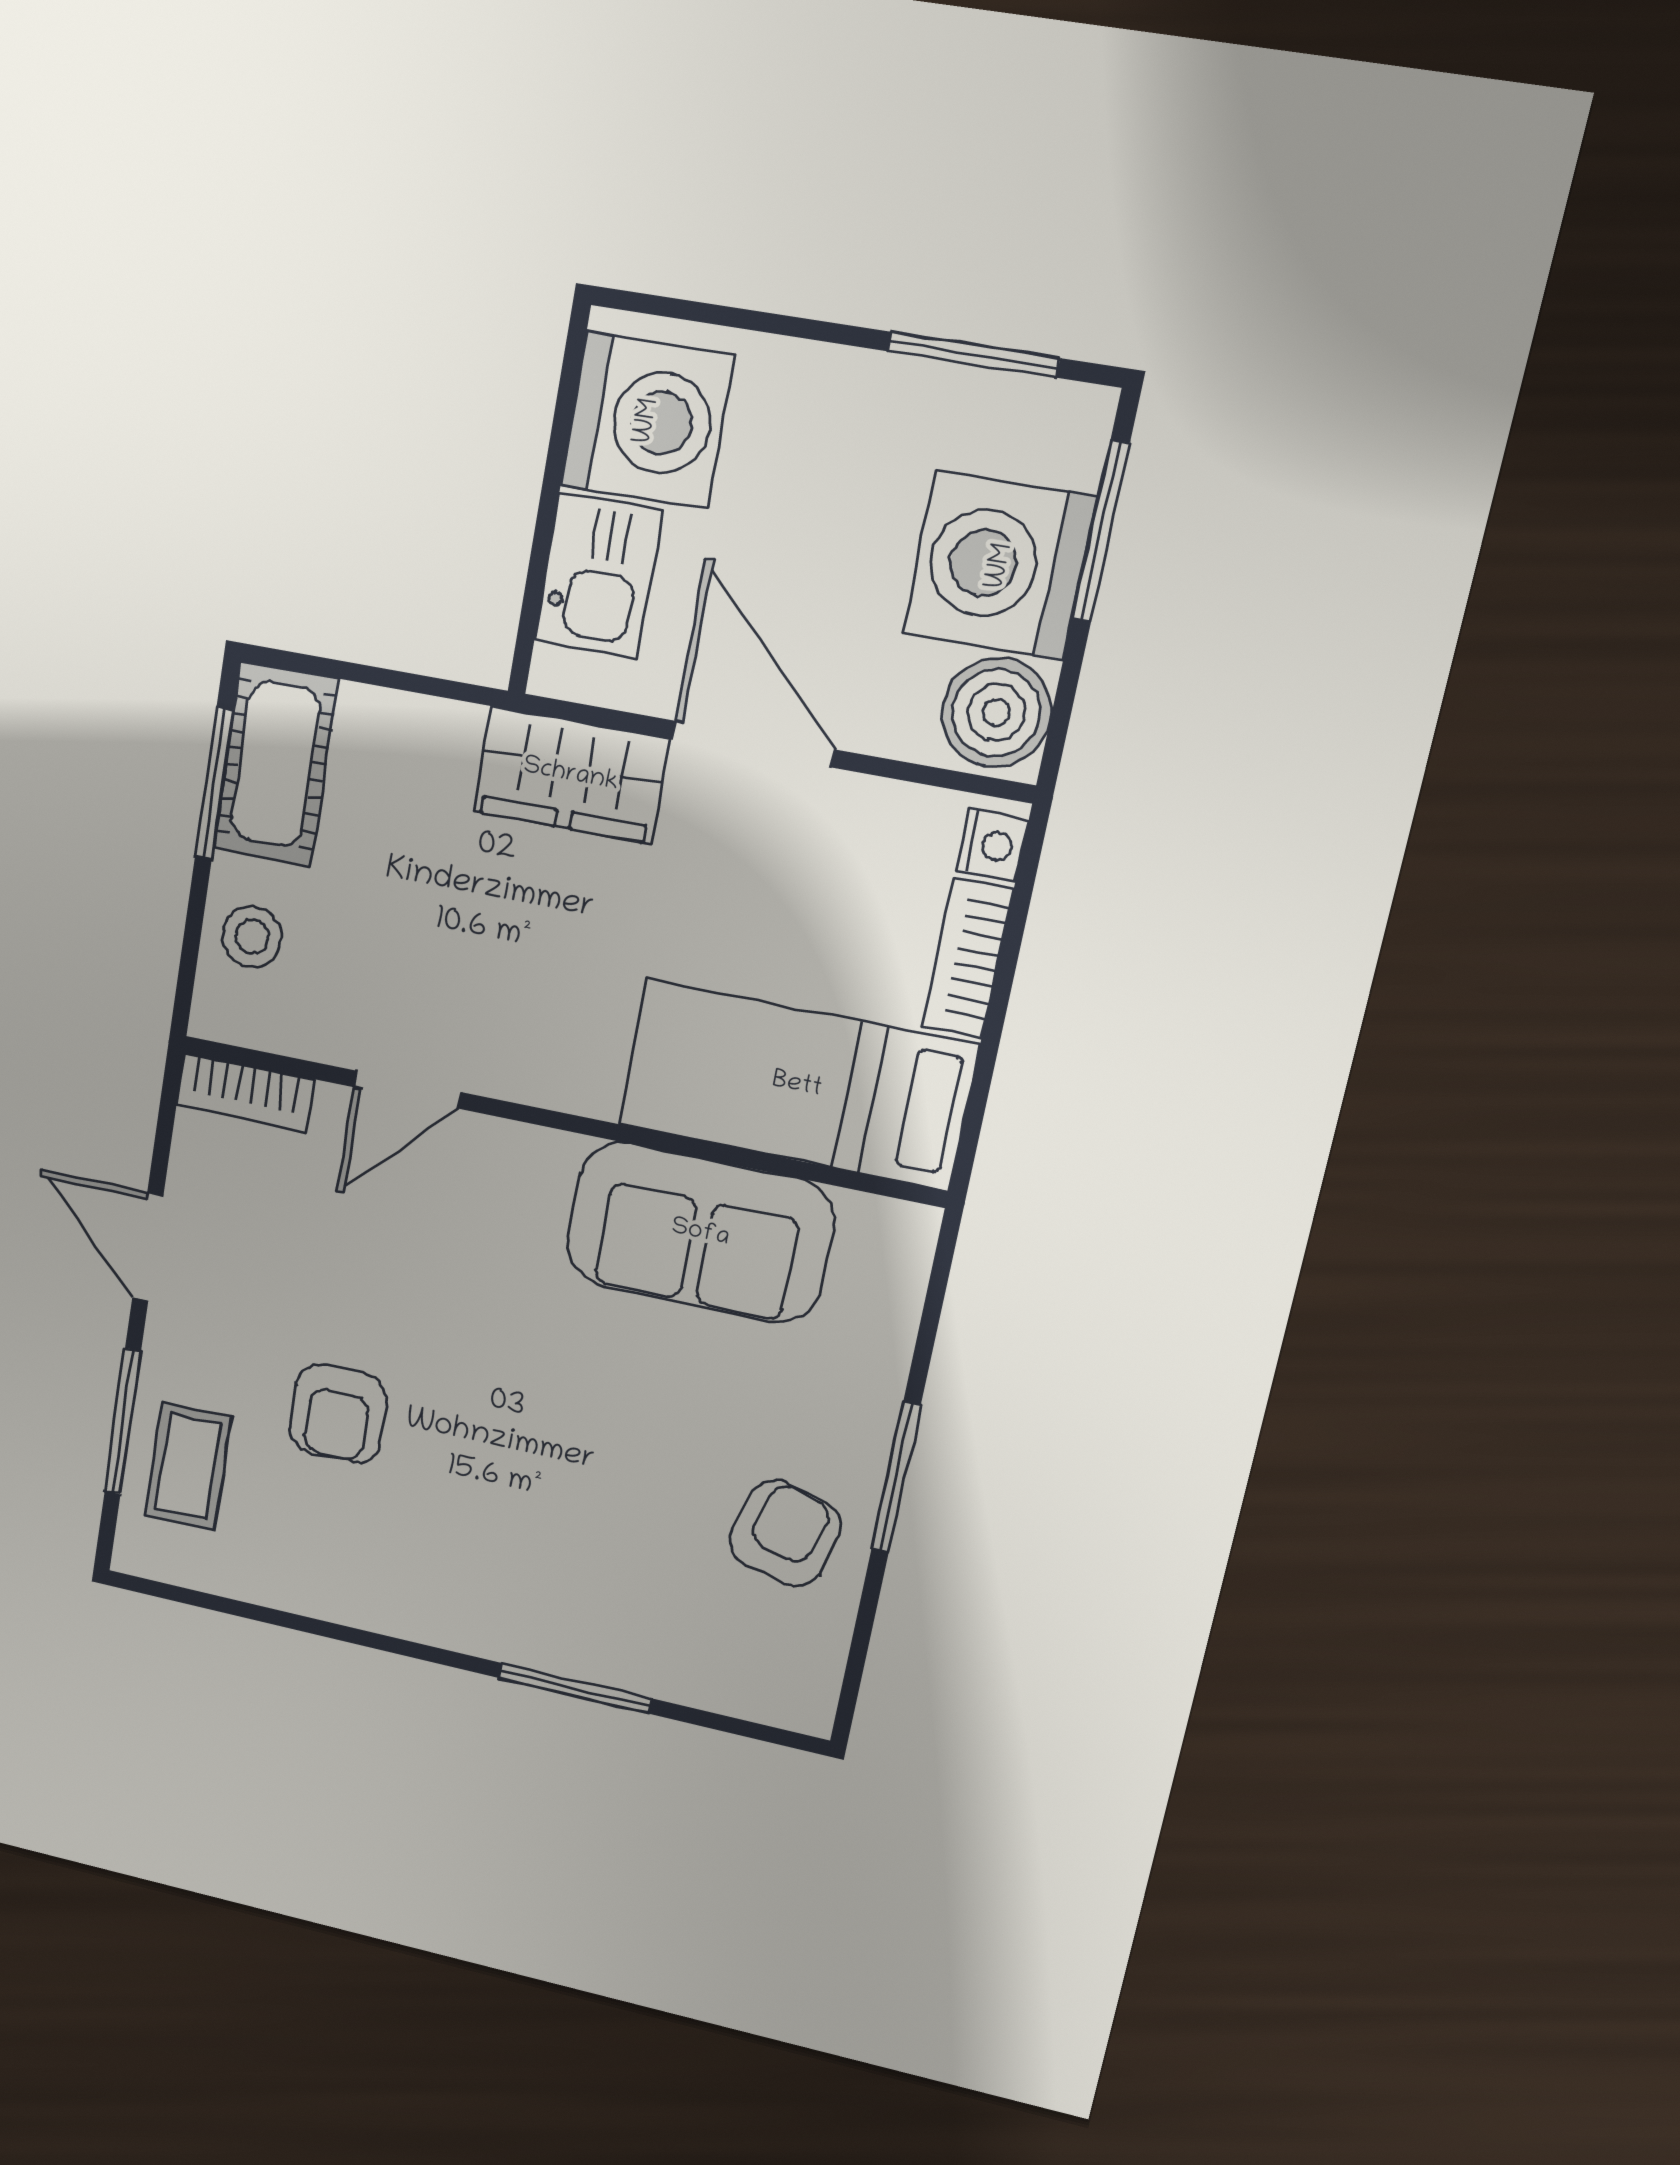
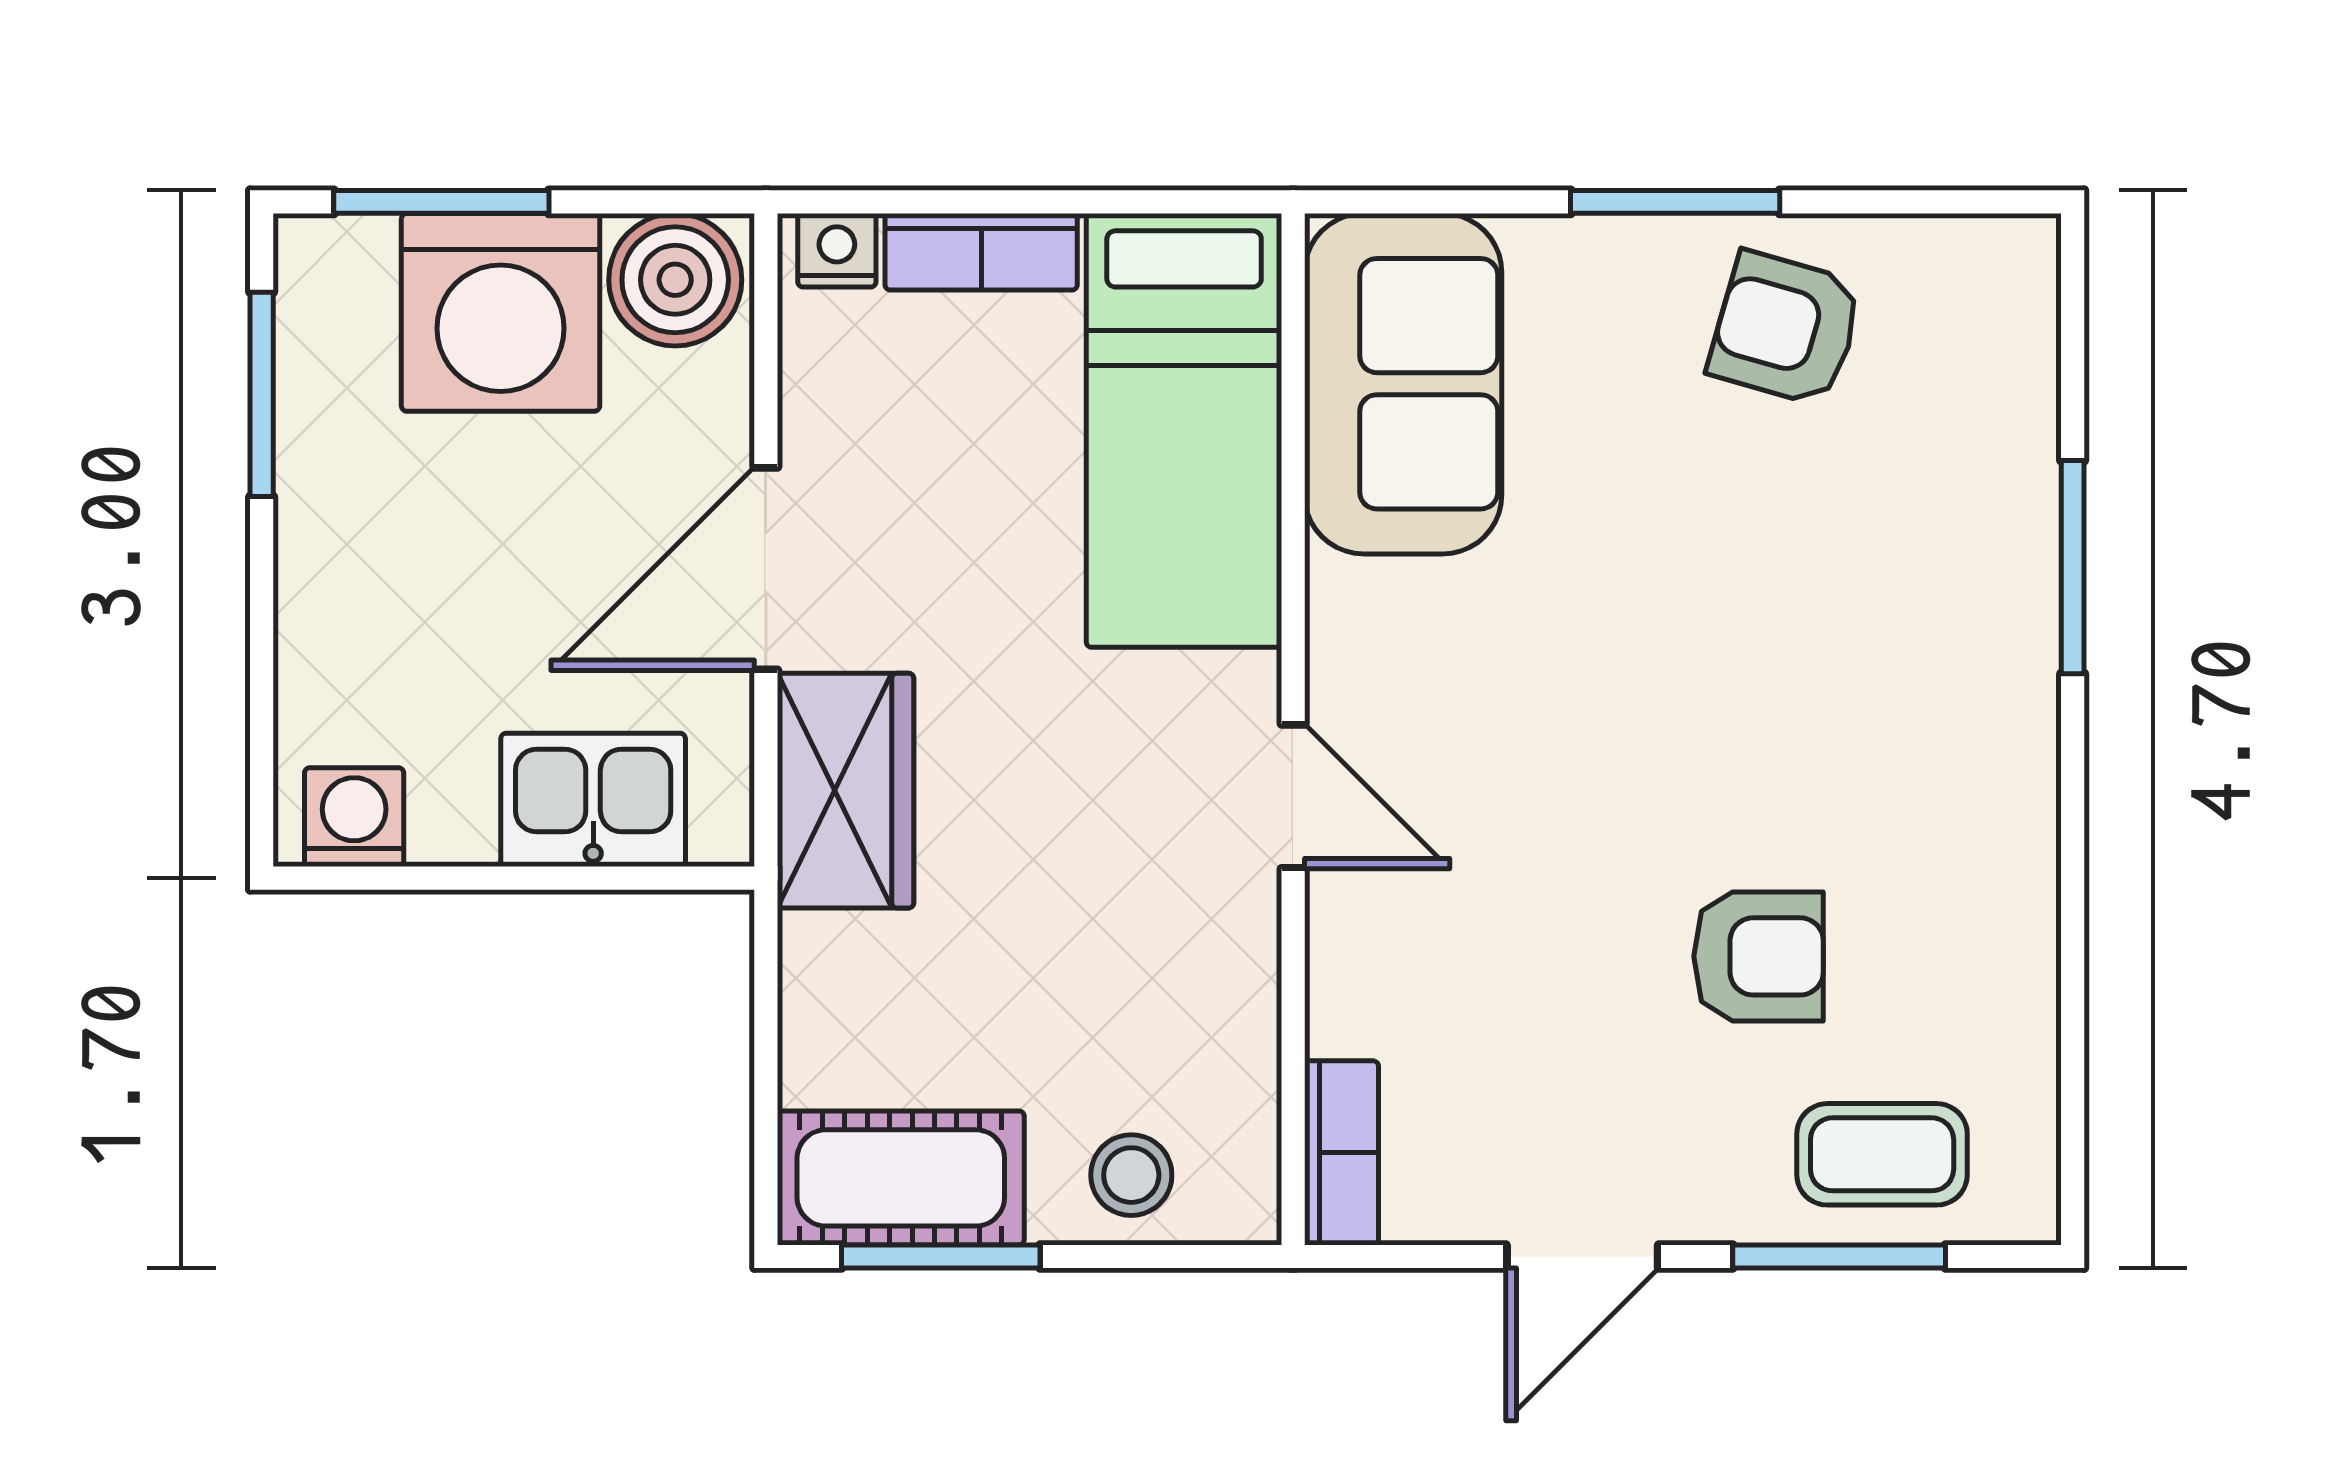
washing machine: (647, 421) -> (354, 817), width x0.53, depth x0.53
door: (407, 1090) -> (1293, 796), moved
sofa: (700, 1233) -> (1403, 384), moved

